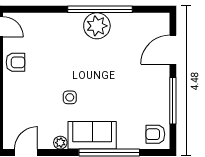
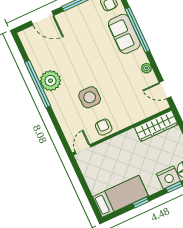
side table: (70, 97) -> (90, 97), moved, width x1.87, depth x1.87
sofa: (92, 135) -> (124, 34), moved

